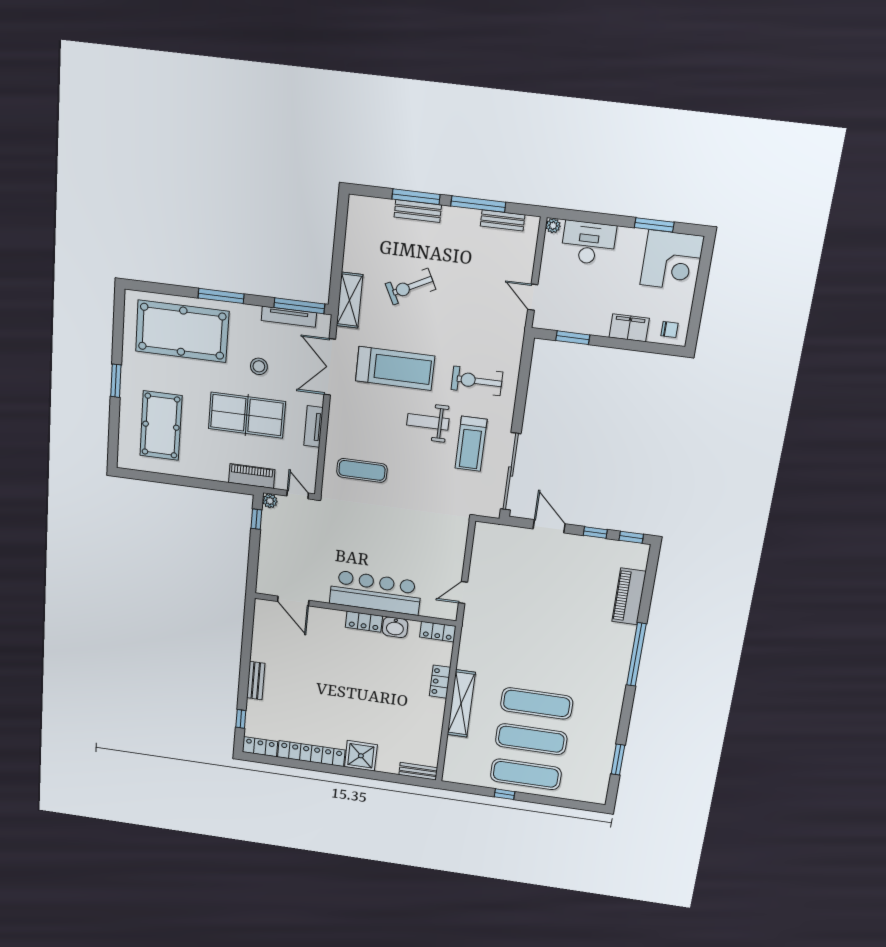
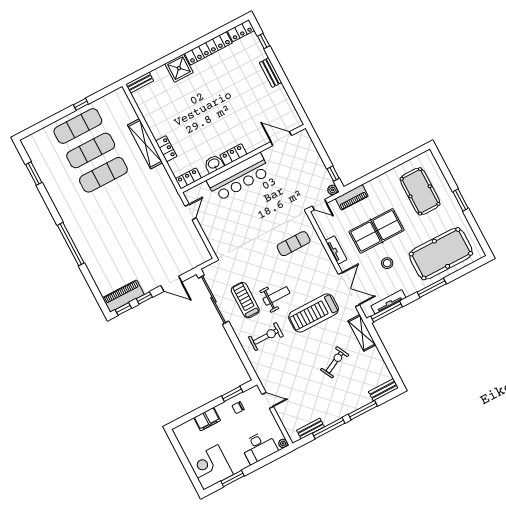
bench: (418, 211) -> (383, 390), moved
chair: (670, 329) -> (238, 408), moved
piano: (629, 596) -> (123, 296), moved, turned -90

